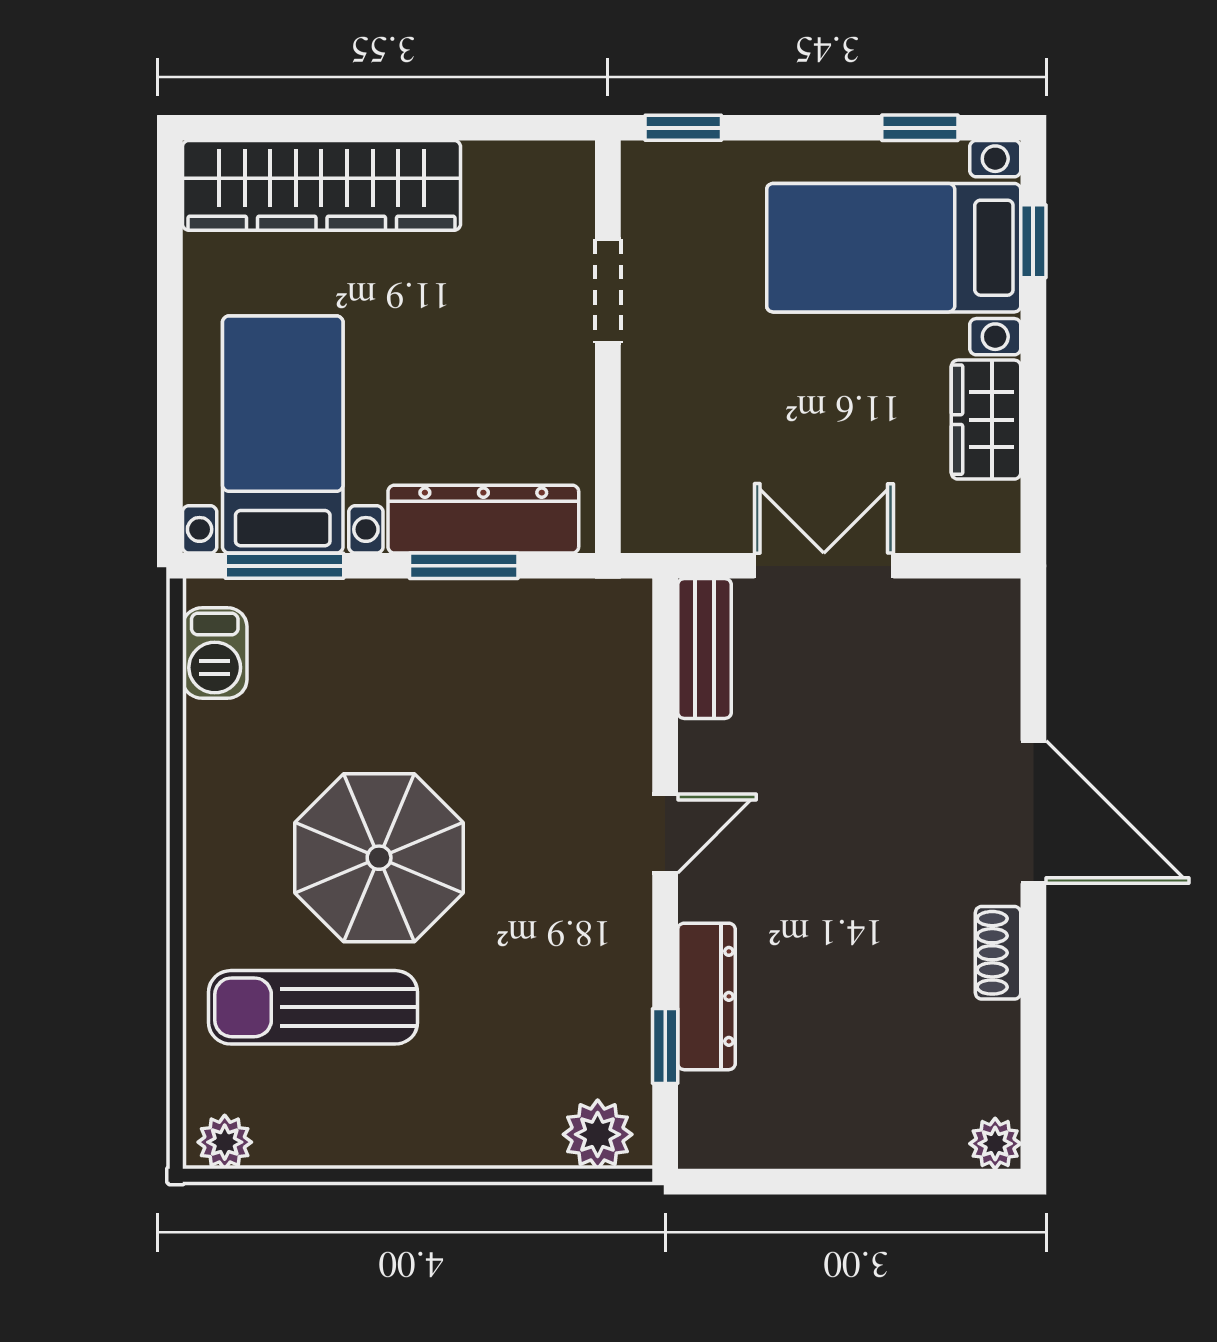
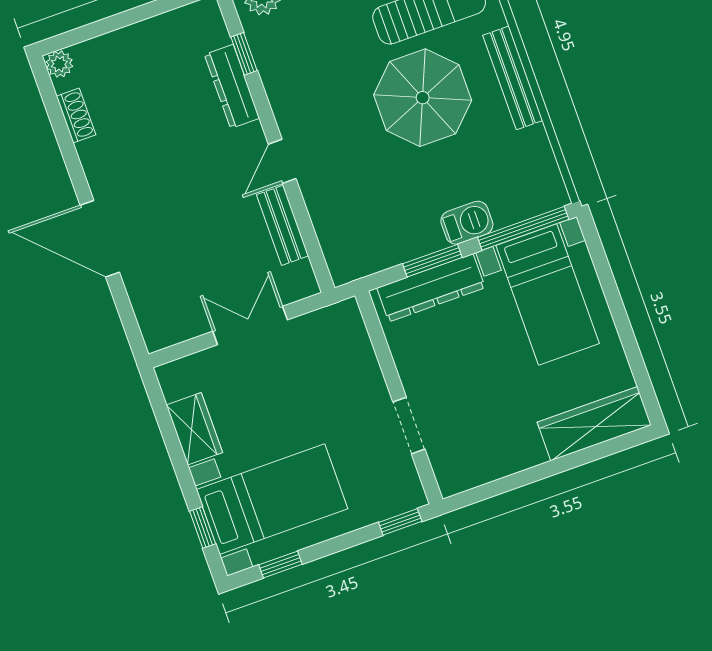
wardrobe: (321, 185) -> (594, 424), width x0.71, depth x0.85
window: (284, 566) -> (523, 228), width x1.44
double door: (824, 566) -> (250, 326), swing flipped
bench: (705, 649) -> (282, 225), moved
barbecue: (215, 653) -> (467, 223), moved, turned 90
bench: (209, 836) -> (513, 78), added
shoe rack: (998, 953) -> (76, 115), moved

